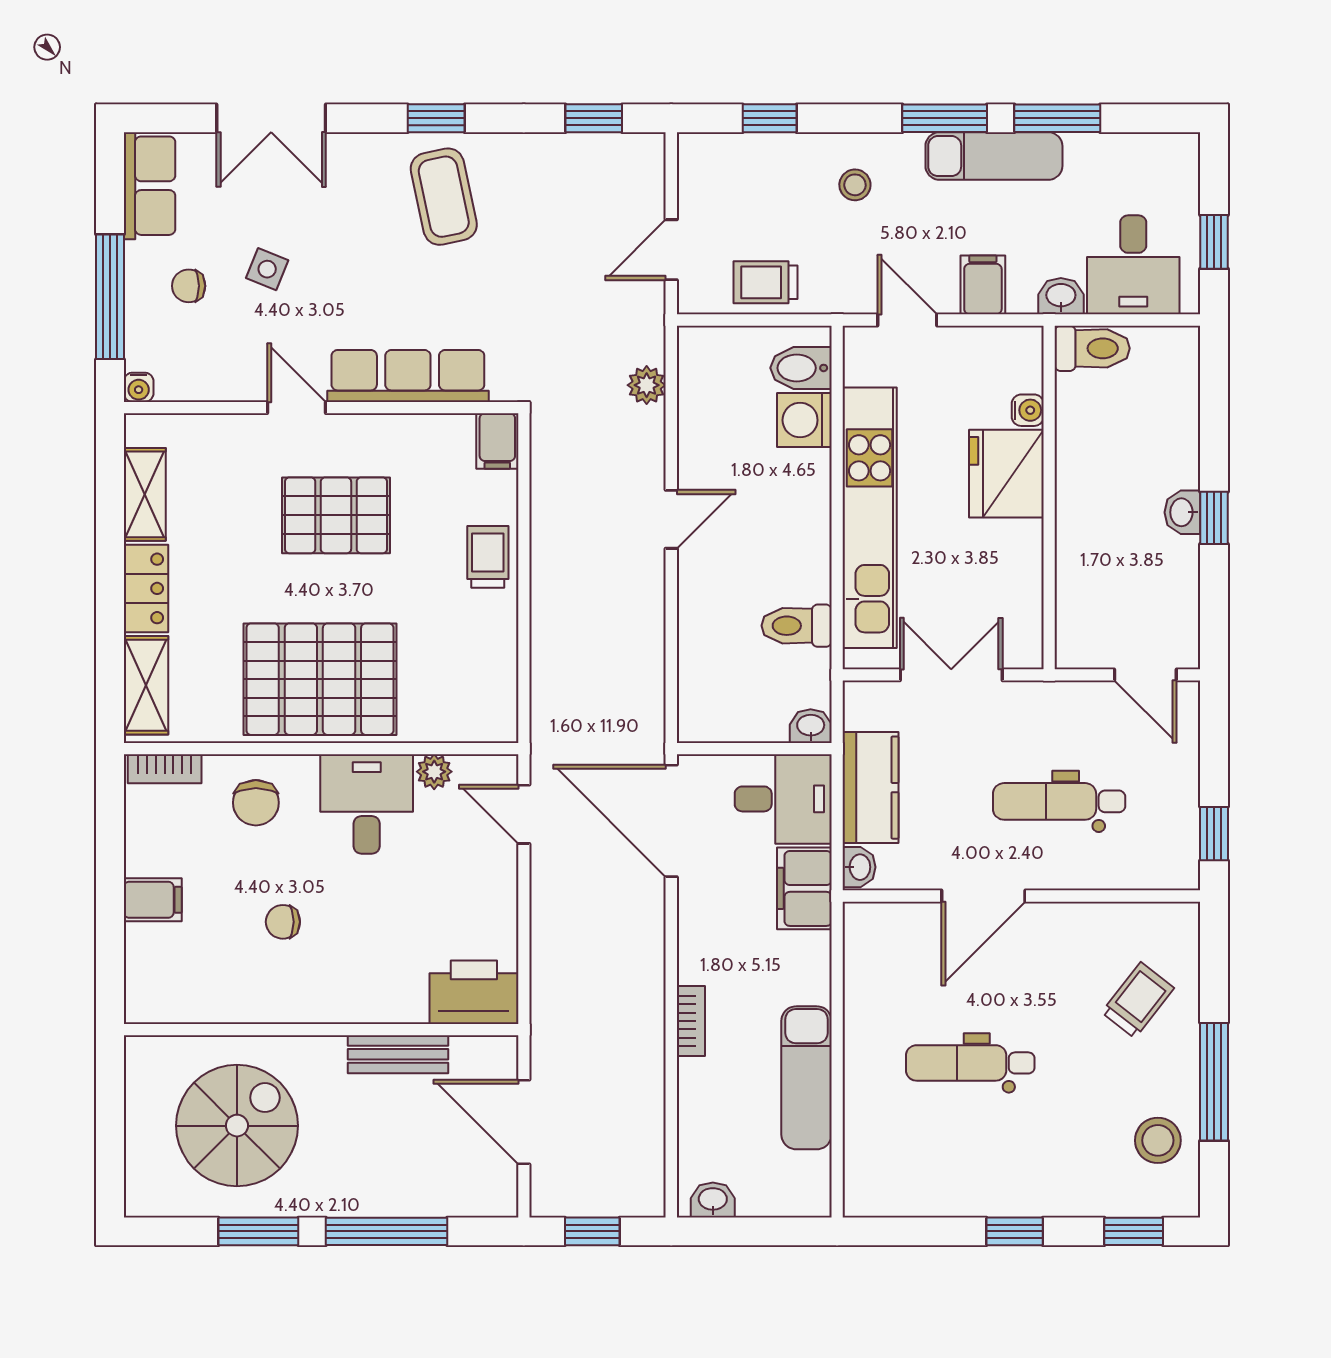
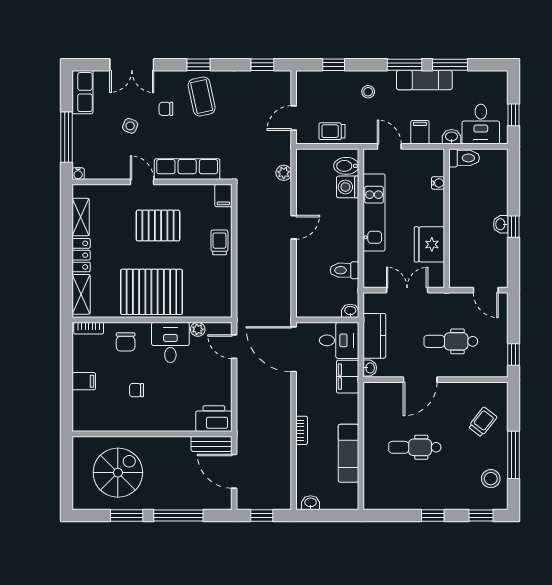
chair: (189, 286) -> (166, 109), moved
fridge: (1006, 474) -> (429, 244), moved
kitchen unit: (870, 518) -> (374, 212), width x0.73
bench: (398, 1054) -> (212, 444), moved

